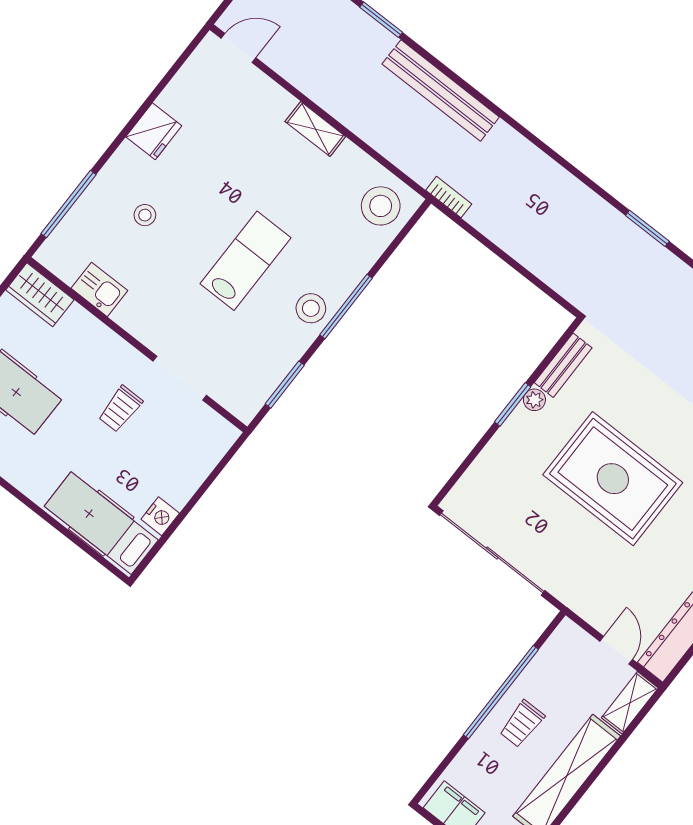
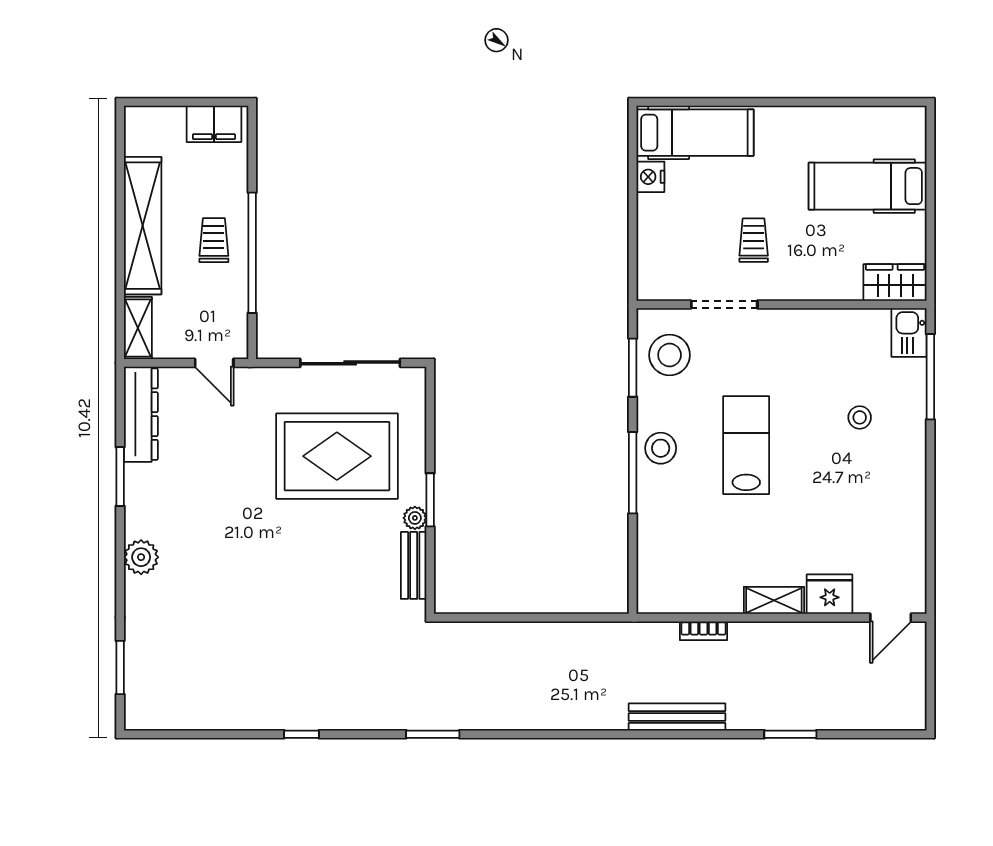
bench: (441, 91) -> (677, 717), width x0.73, depth x0.82
fridge: (154, 131) -> (830, 594), moved, turned 90
bookcase: (449, 197) -> (703, 631), moved
stool: (381, 206) -> (670, 355), moved
lab bench: (245, 261) -> (746, 445), turned 180
kitchen sink: (99, 289) -> (909, 333), moved, turned 90
rug: (613, 479) -> (337, 456), moved
sliding door: (492, 553) -> (350, 363), width x0.73
door: (616, 650) -> (214, 363), moved

